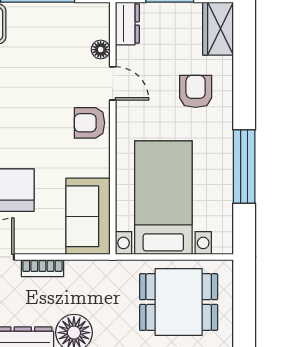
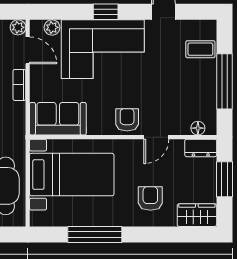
floor lamp: (101, 50) -> (198, 128), moved
armchair: (196, 91) -> (150, 198), turned -90

